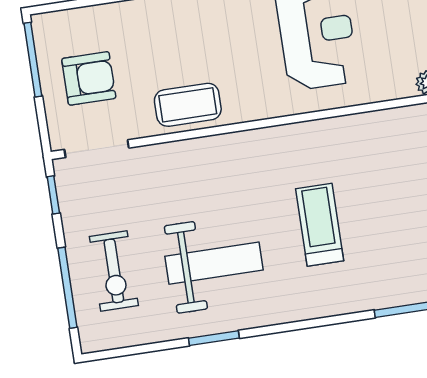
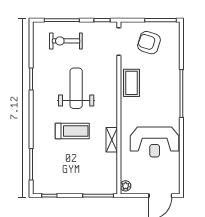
armchair: (89, 78) -> (149, 43), turned 108
shelving: (326, 131) -> (112, 140), added
weight bench: (214, 263) -> (76, 88), moved, turned 180

